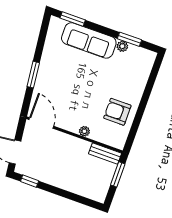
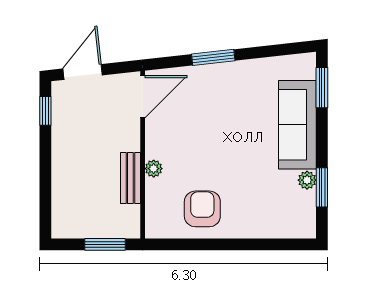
bench: (105, 154) -> (130, 178), moved

